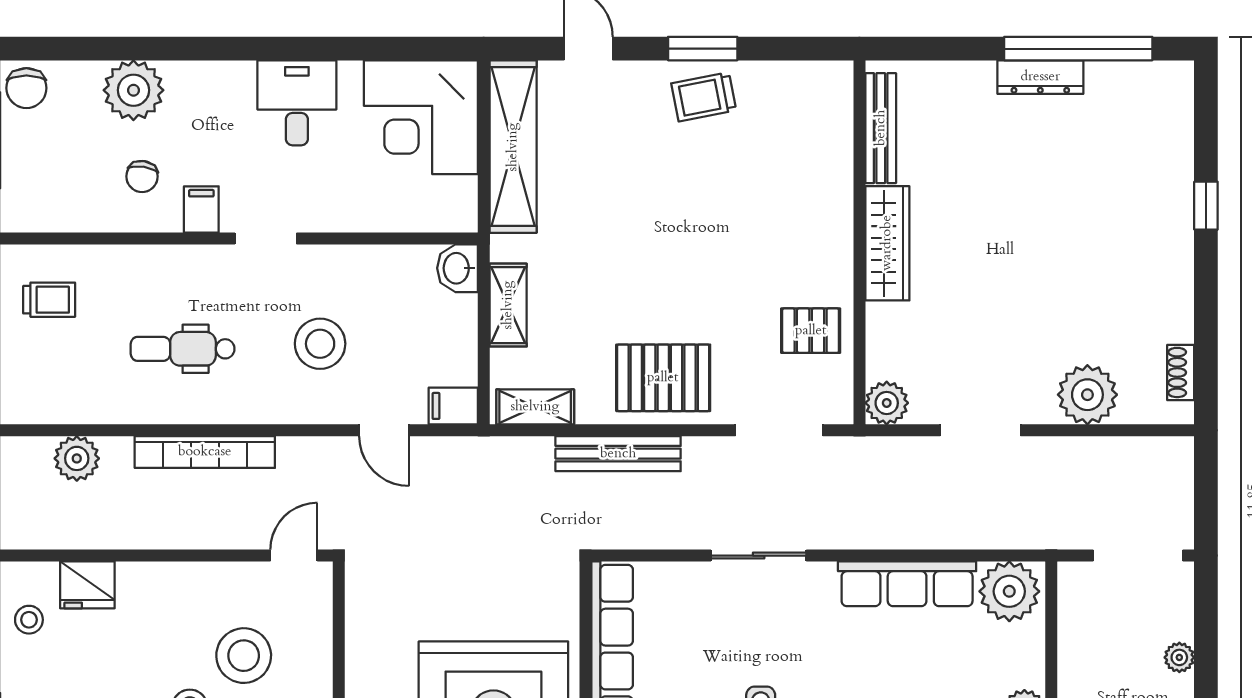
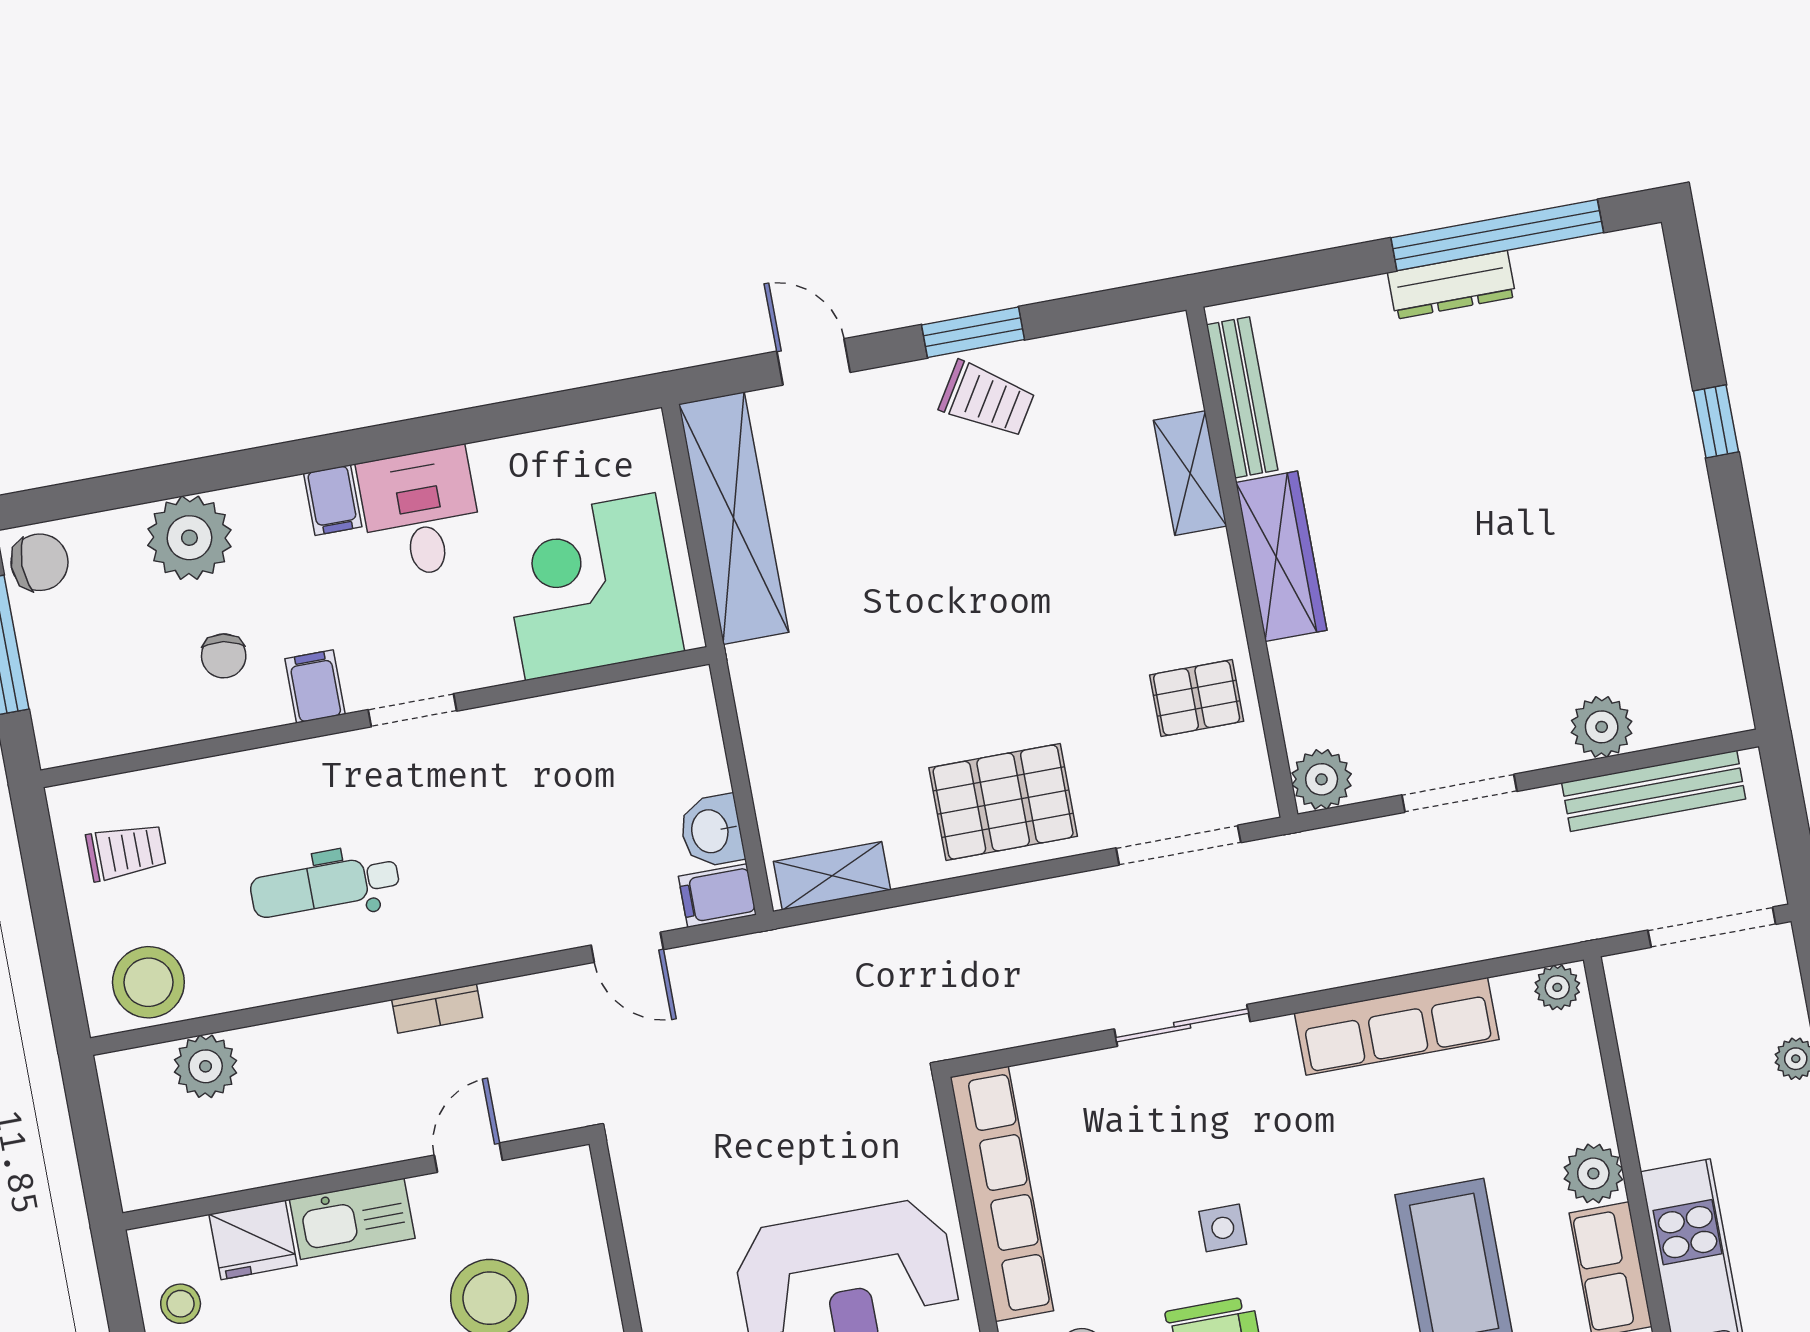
filing cabinet: (238, 83) -> (333, 500), added
chair: (26, 88) -> (40, 562), turned -90
trolley: (704, 97) -> (987, 399), turned -137
corner desk: (421, 117) -> (590, 587), moved, turned 90
washbasin: (457, 268) -> (712, 831), moved
shelving: (508, 305) -> (1190, 473), moved
stool: (320, 344) -> (148, 982), moved
shoe rack: (1181, 372) -> (1724, 661), removed
plant: (1087, 395) -> (1602, 727), width x0.73, depth x0.73
bookcase: (205, 452) -> (437, 1009), width x0.43, depth x0.76
bench: (618, 454) -> (1654, 791), moved
door: (294, 556) -> (468, 1158), moved
kitchen sink: (159, 583) -> (352, 1219), added
plant: (1009, 591) -> (1557, 987), width x0.53, depth x0.53

